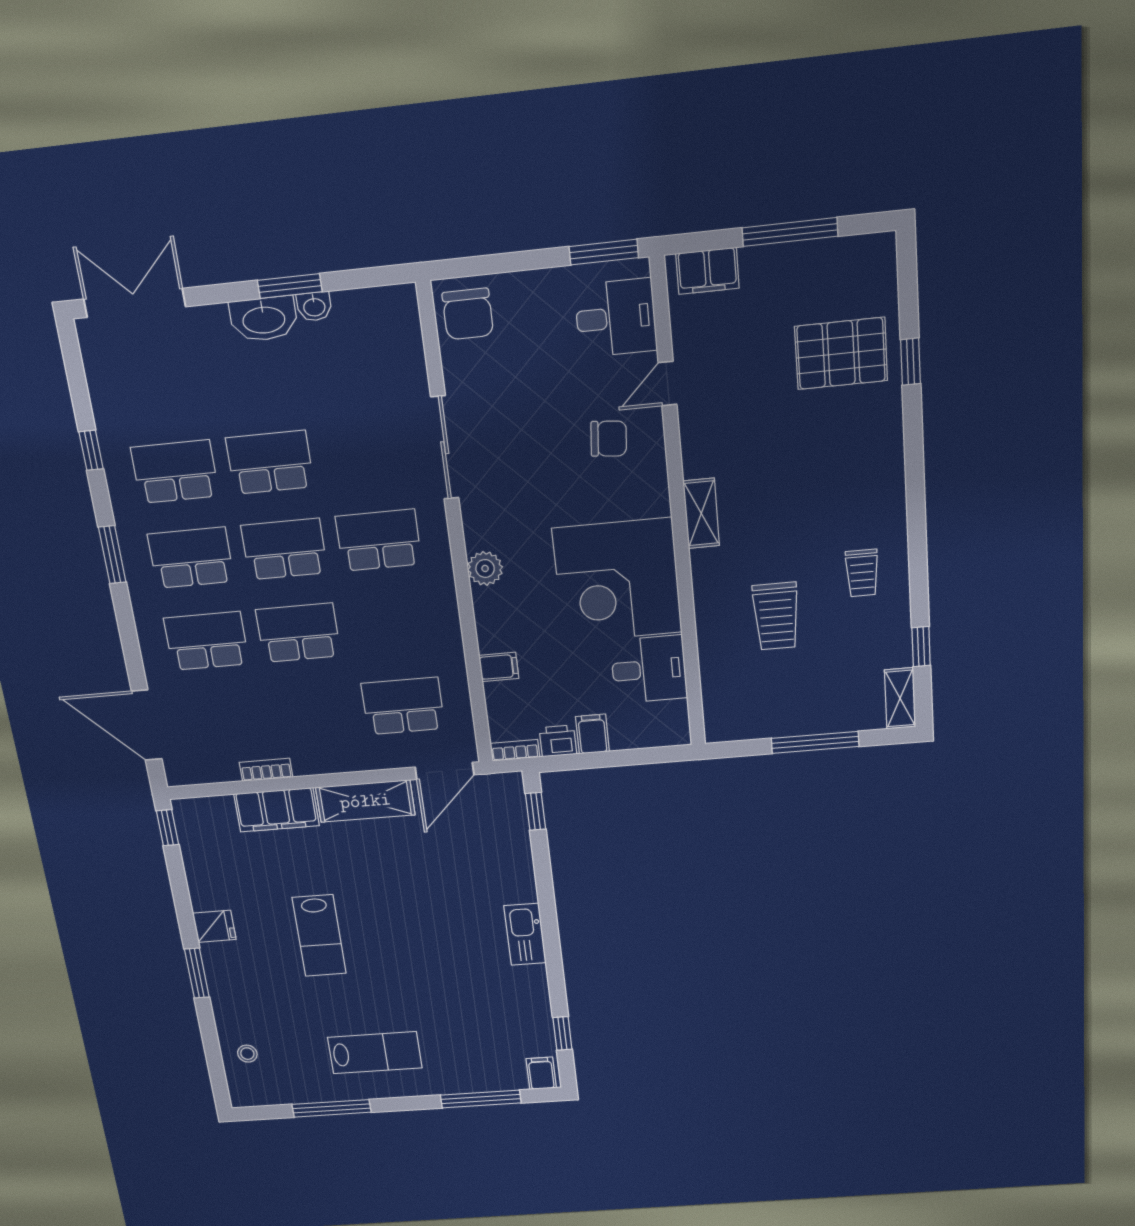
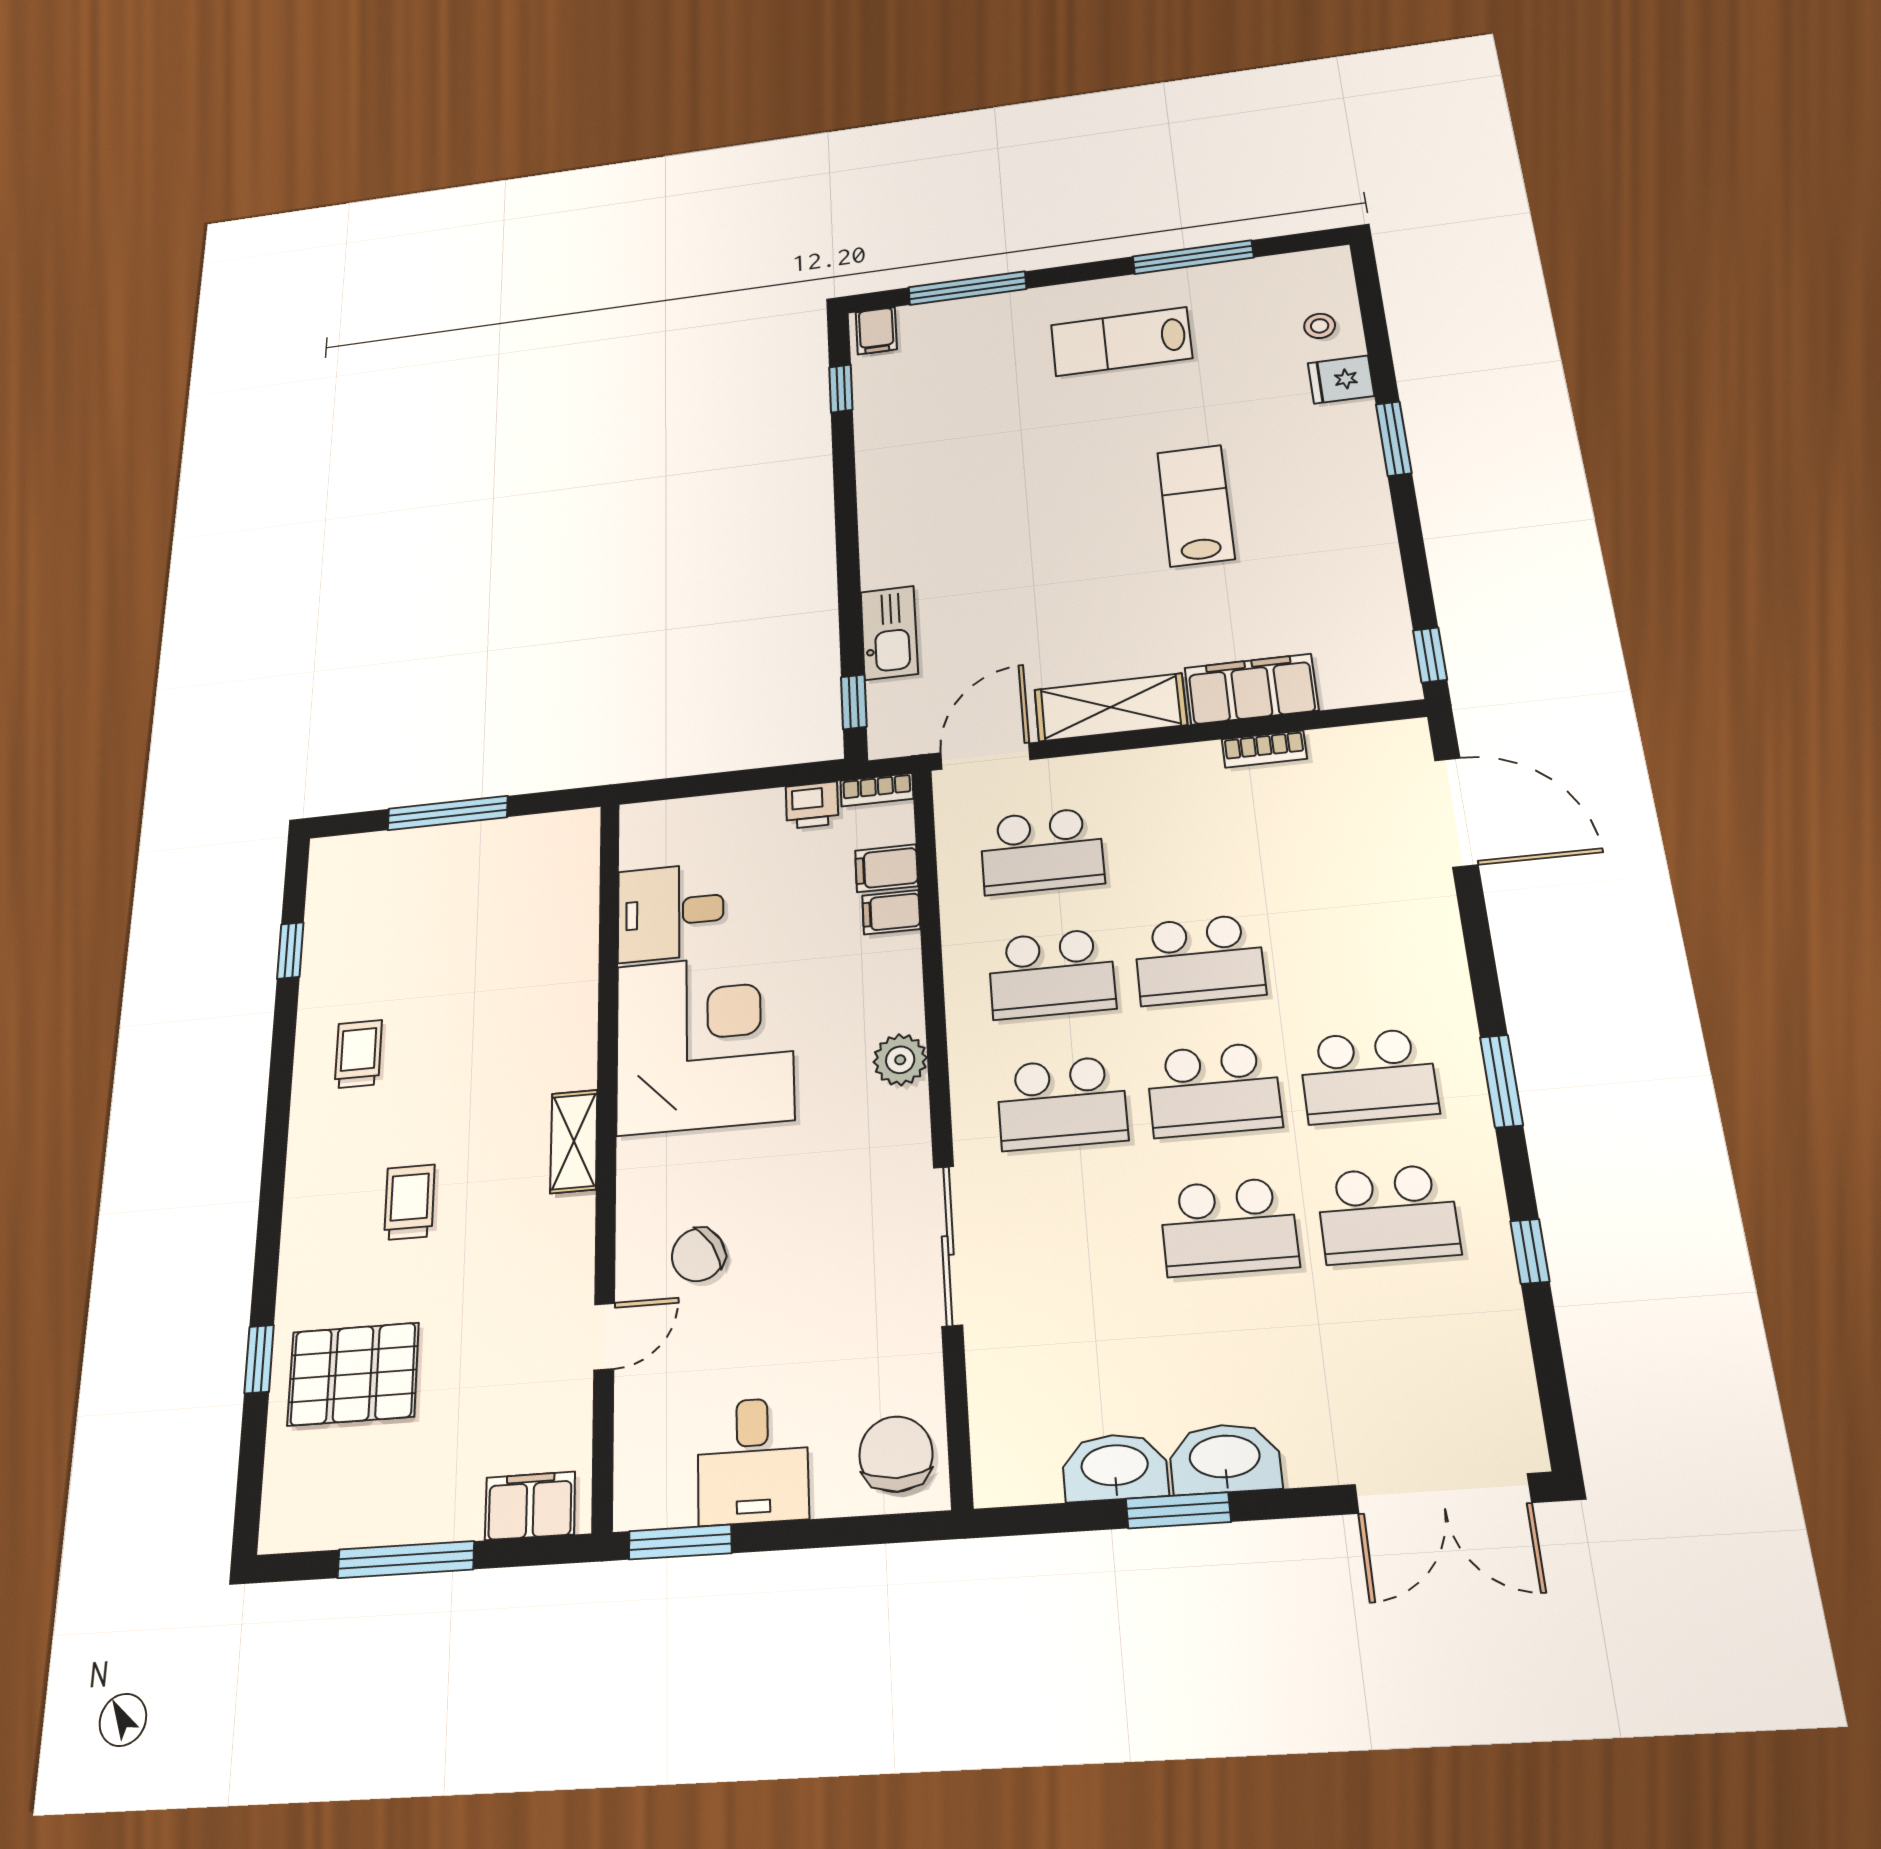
washbasin: (314, 306) -> (1115, 1467), width x1.91, depth x1.45
desk: (616, 318) -> (753, 1461), moved, turned -90
chair: (609, 439) -> (698, 1255), turned -37
trolley: (776, 616) -> (409, 1202), moved, width x0.73, depth x0.72
school desk: (206, 641) -> (1052, 974), moved
shelving: (900, 698) -> (326, 877), removed
filing cabinet: (592, 734) -> (887, 868), moved, turned 90
fridge: (214, 926) -> (1341, 380), moved
kitchen sink: (525, 934) -> (889, 633), moved

